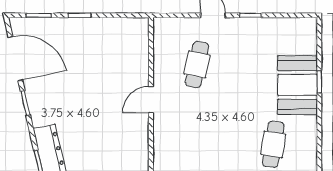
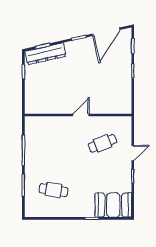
cafe table: (197, 64) -> (103, 143), turned -33
booth: (297, 85) -> (113, 205), moved
door: (151, 100) -> (81, 115), hinge flipped

